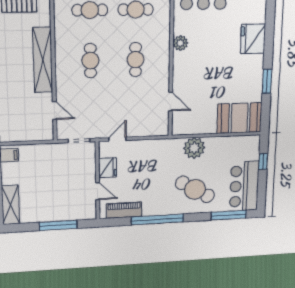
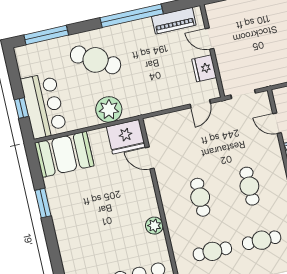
fridge: (253, 39) -> (126, 137), moved, turned 90
bar counter: (244, 186) -> (44, 106), moved

